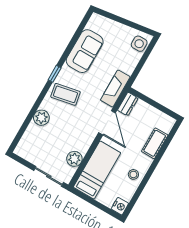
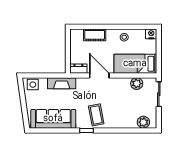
sofa: (85, 51) -> (53, 119), width x1.36
fireplace: (115, 88) -> (62, 83), moved
plant: (41, 118) -> (143, 122), moved
door: (107, 123) -> (99, 75), hinge flipped

